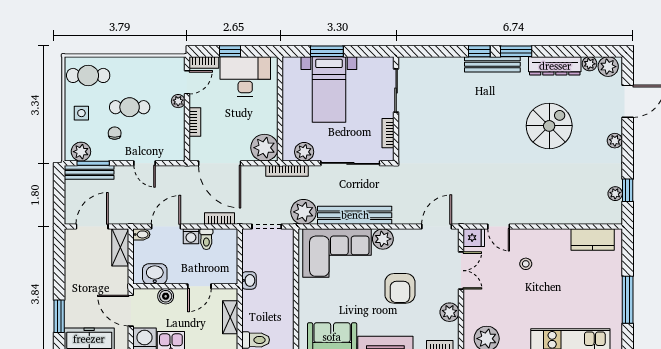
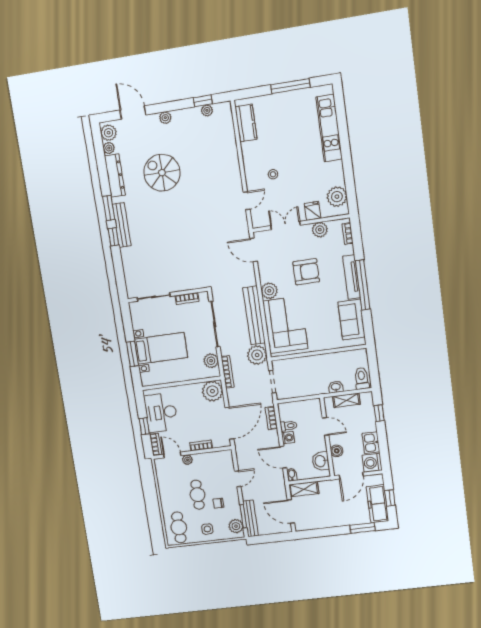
fridge: (474, 238) -> (313, 211), moved
washbasin: (249, 280) -> (336, 387), moved

